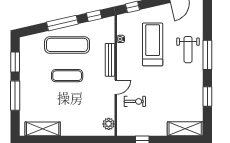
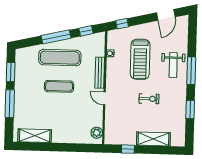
treadmill: (153, 44) -> (140, 59), turned 180
door: (116, 87) -> (104, 98), swing flipped
exercise bike: (135, 101) -> (149, 99), moved
shelving: (185, 129) -> (153, 139), moved

